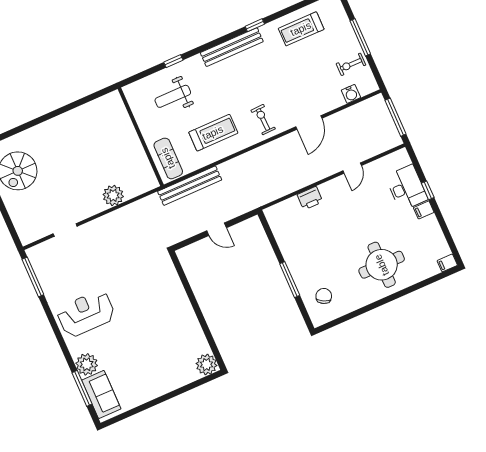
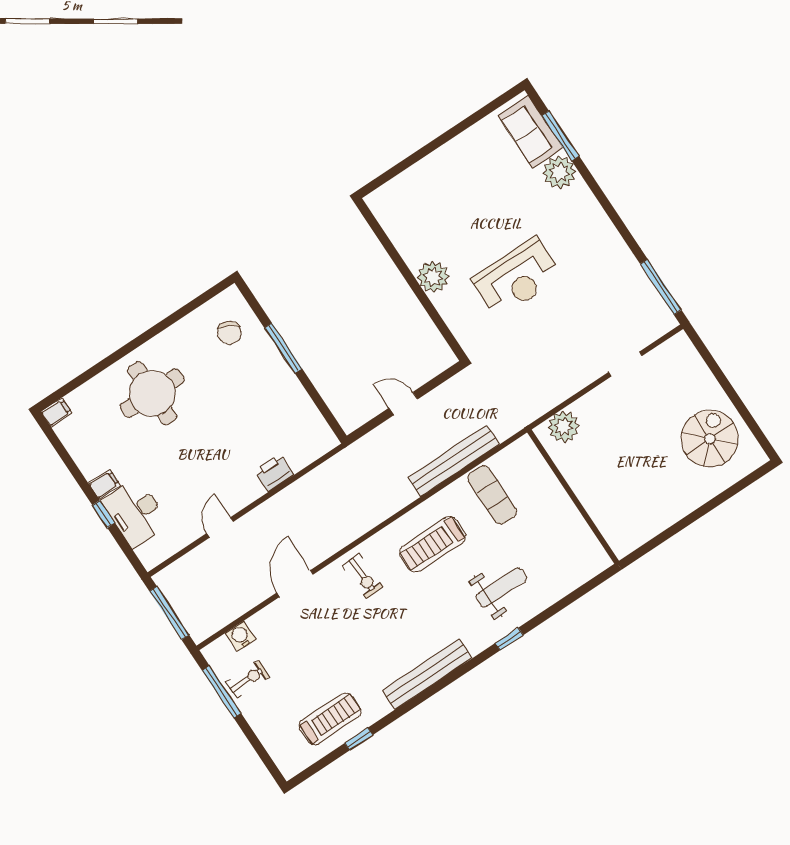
window: (255, 25) -> (359, 739), moved
window: (360, 37) -> (222, 692), moved
wall: (141, 137) -> (573, 497), moved
reception desk: (86, 314) -> (517, 278), moved
plant: (207, 365) -> (433, 277), moved

